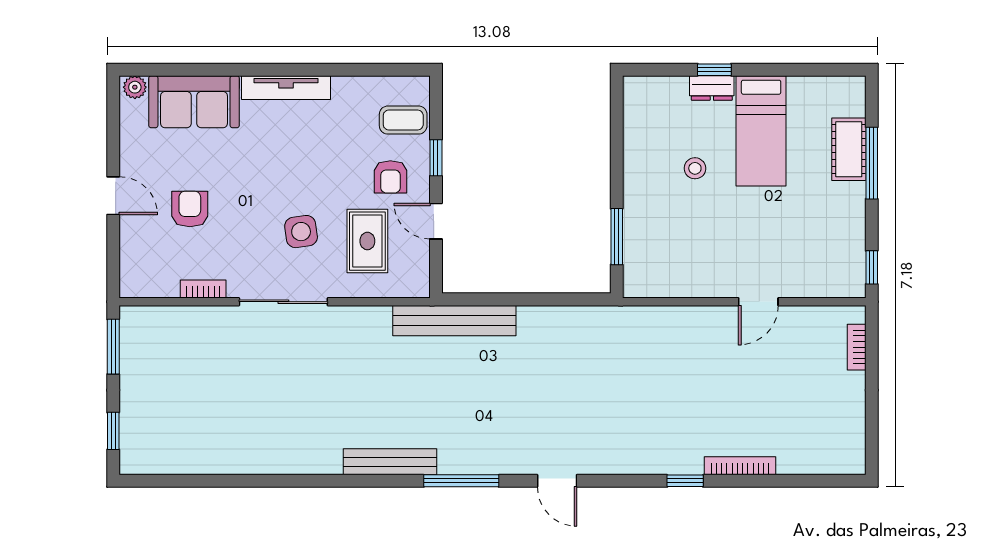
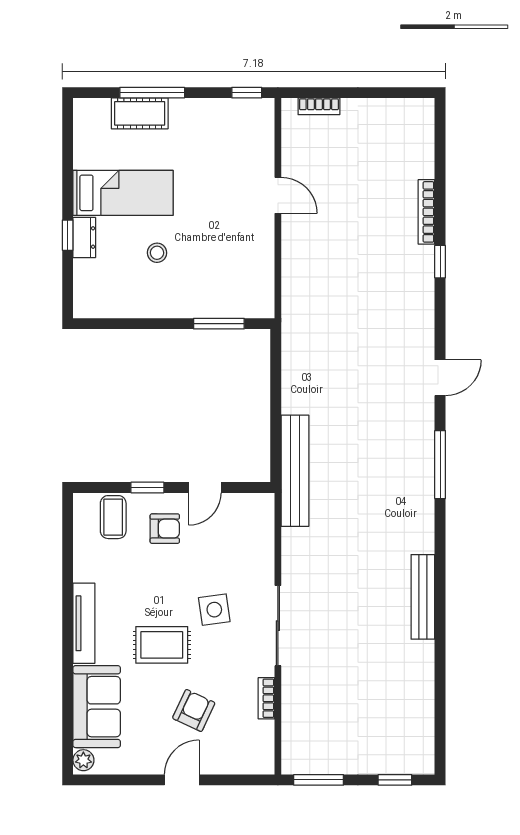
armchair: (190, 209) -> (194, 710), turned 115
rug: (367, 241) -> (162, 645), moved
bench: (390, 462) -> (423, 597), moved

